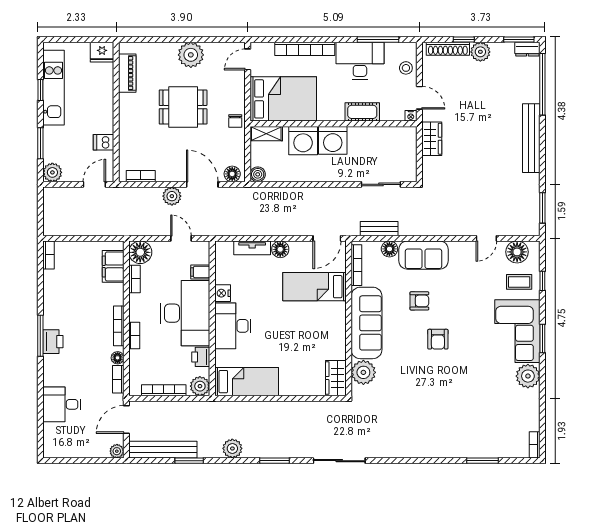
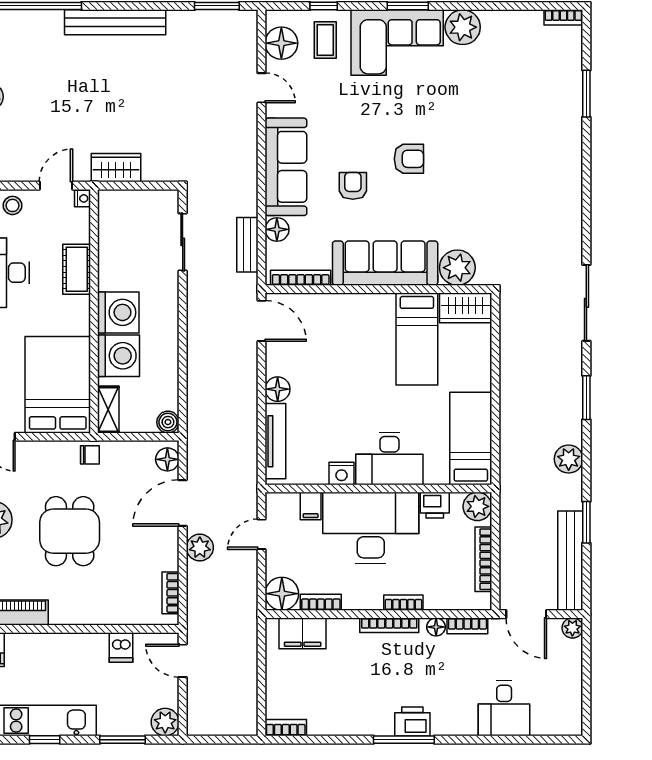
tv unit: (252, 248) -> (275, 441), width x1.41
sofa: (424, 255) -> (286, 167), width x1.36
bed: (315, 287) -> (417, 339), moved

